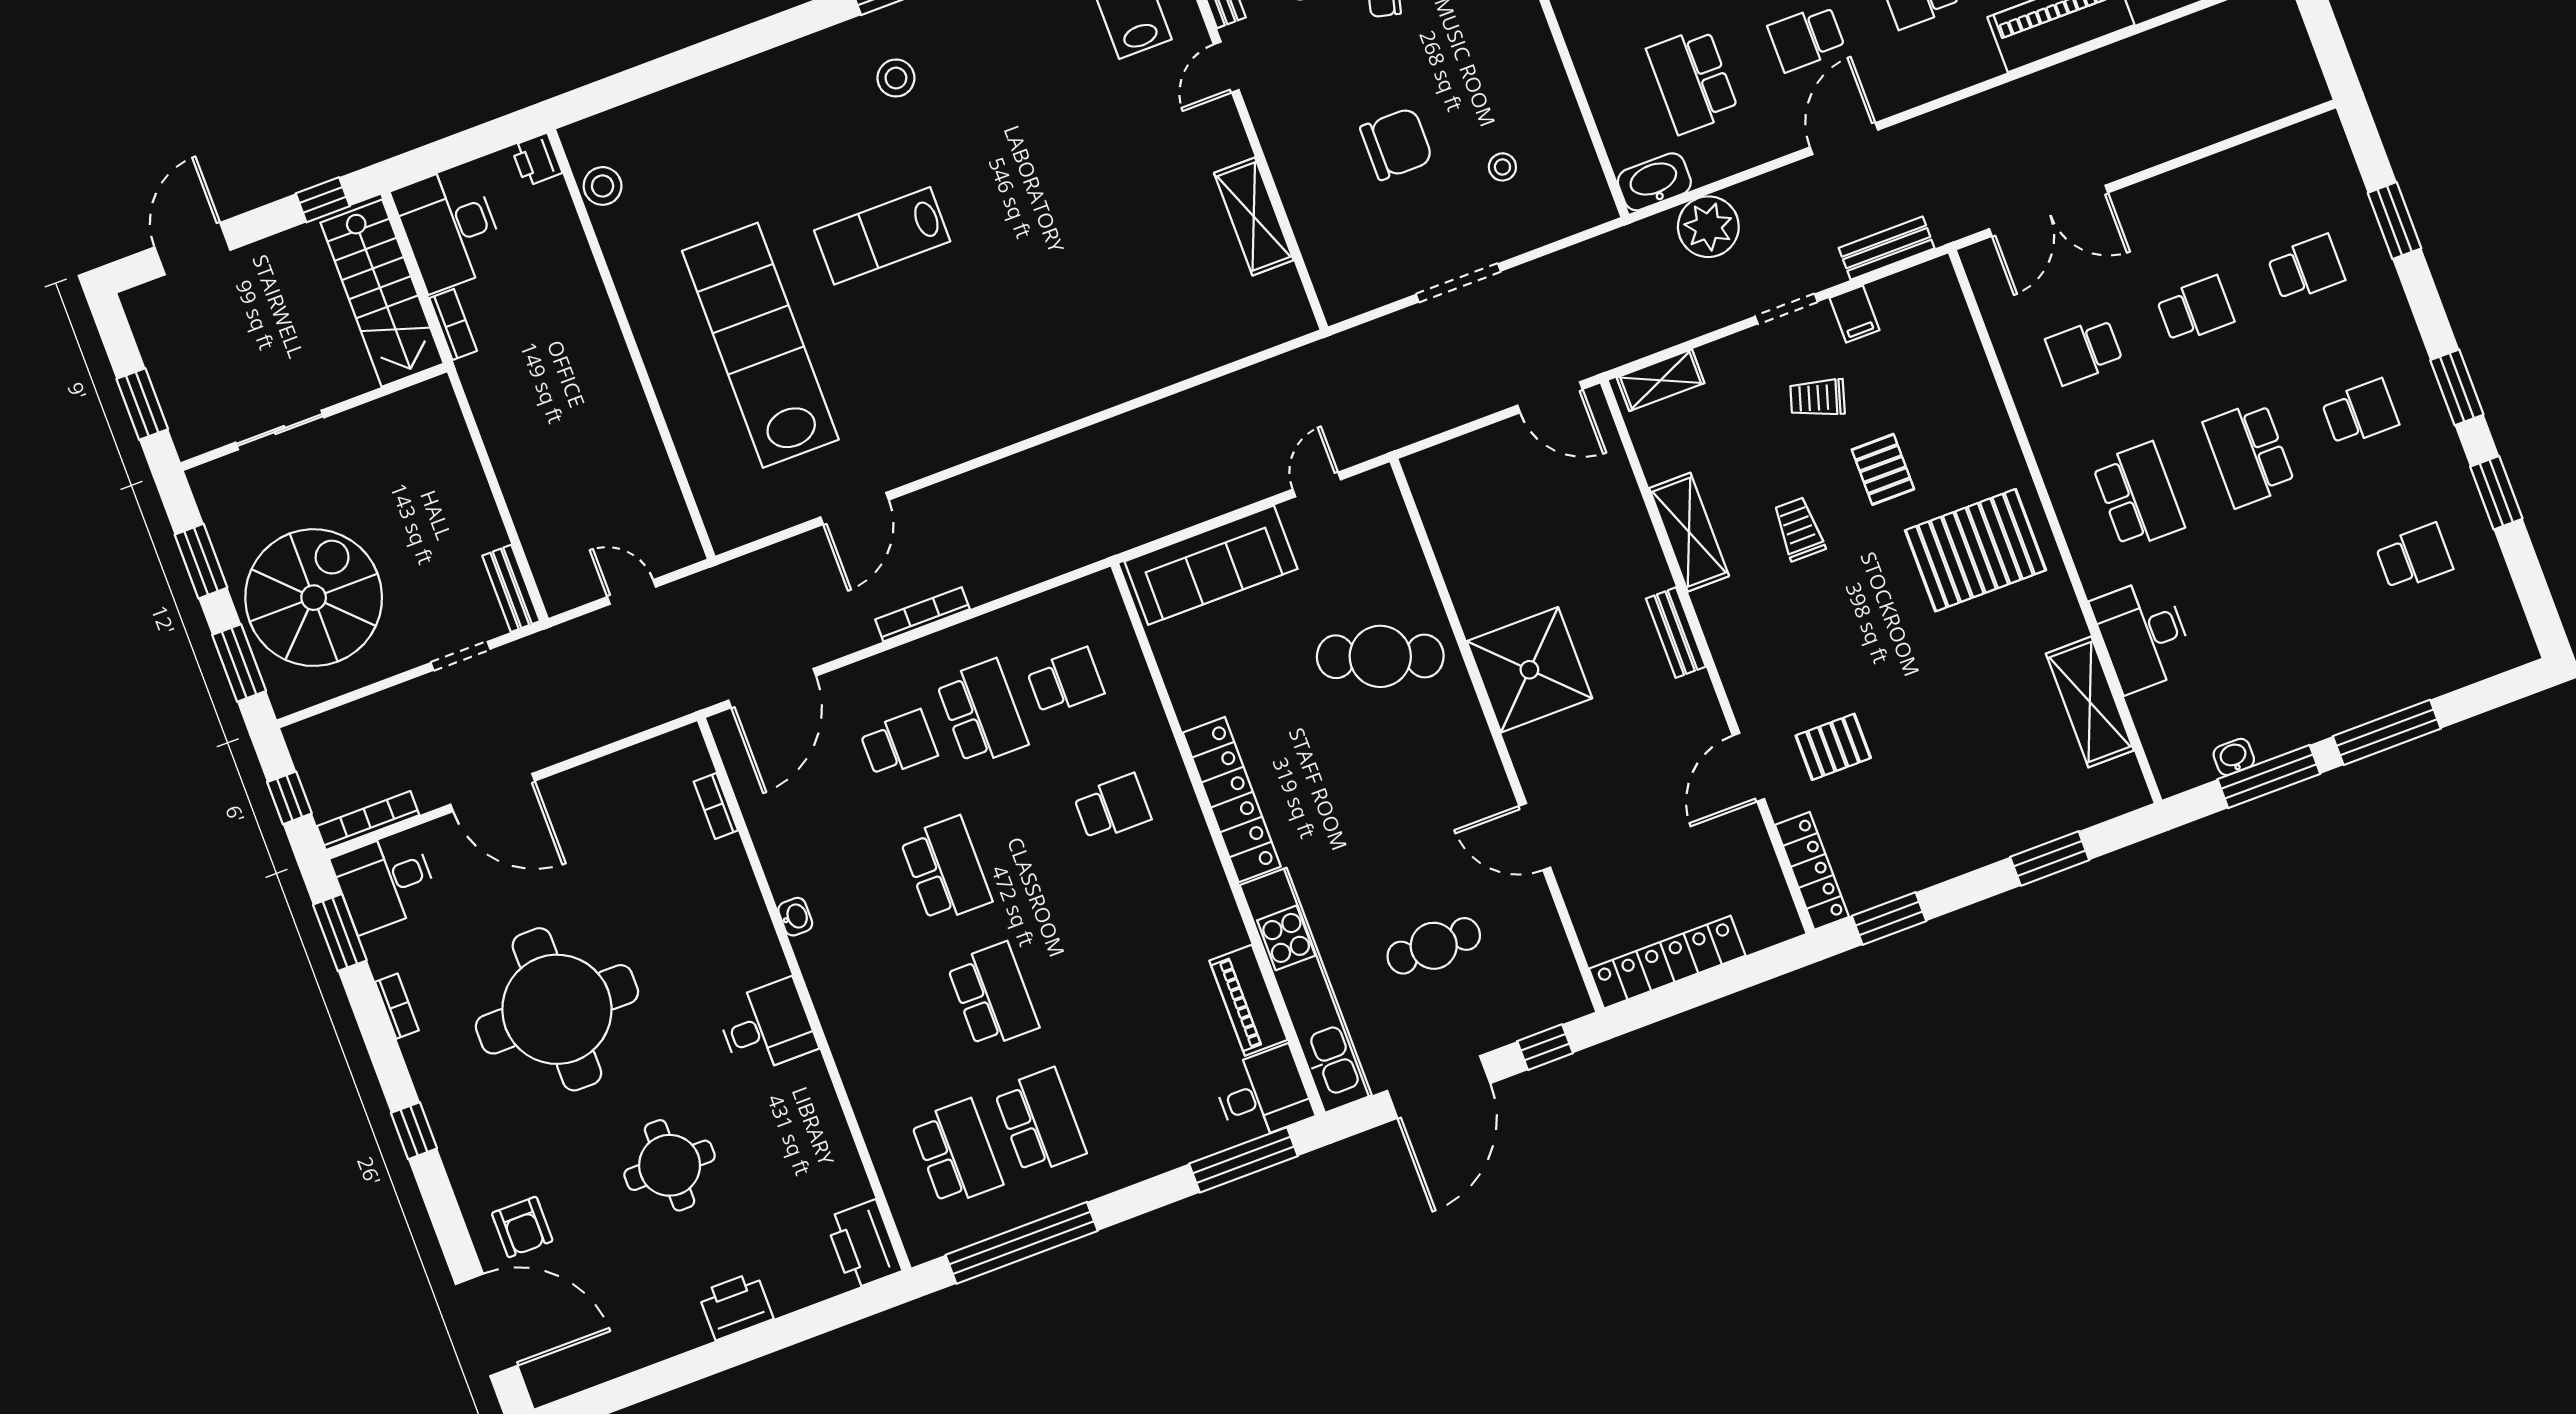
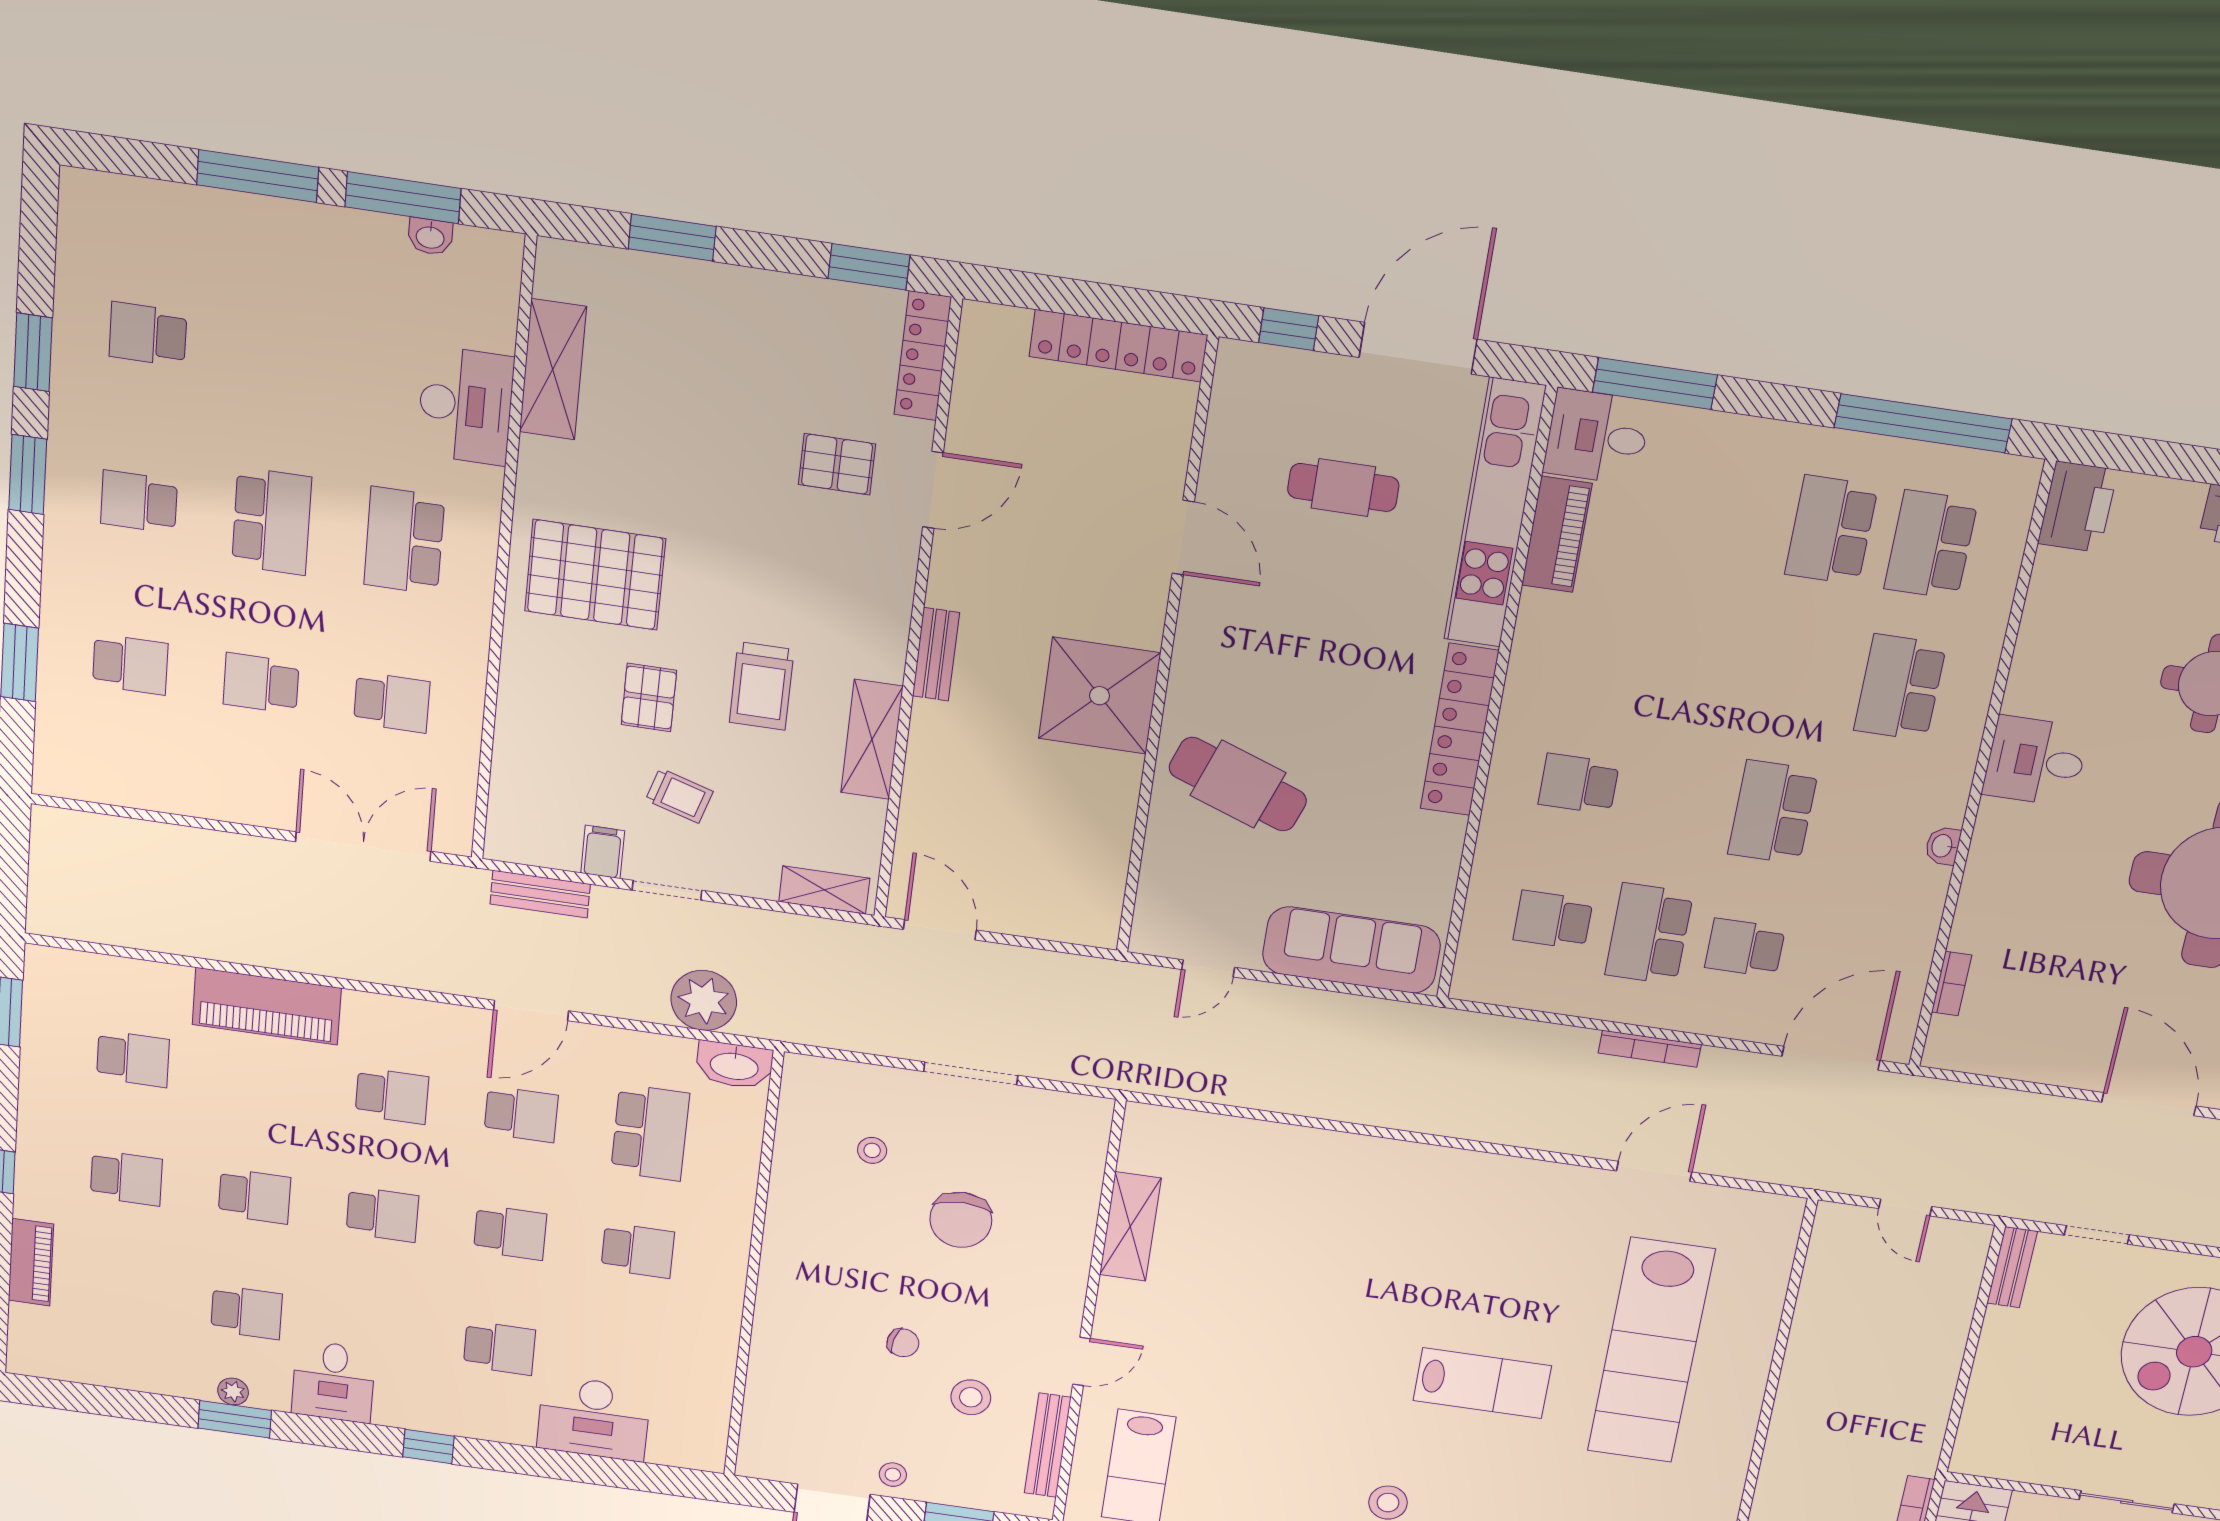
chair: (1396, 144) -> (961, 1220), turned -90
school desk: (2306, 268) -> (130, 664), turned 180
trolley: (1799, 529) -> (762, 686), width x1.36, depth x1.39
school desk: (993, 996) -> (1900, 687), moved

